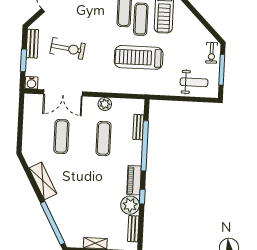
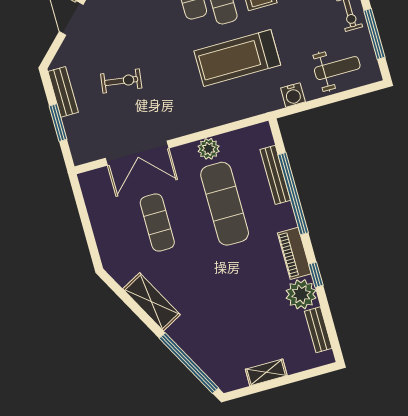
exercise bike: (68, 48) -> (121, 81), width x0.73, depth x0.72
water cooler: (31, 83) -> (293, 95), moved
bench: (138, 127) -> (275, 175), width x1.36
exercise mat: (104, 139) -> (225, 204), width x1.36, depth x1.45

